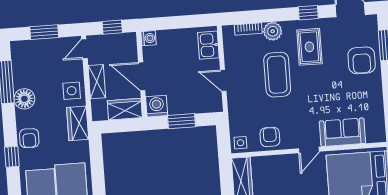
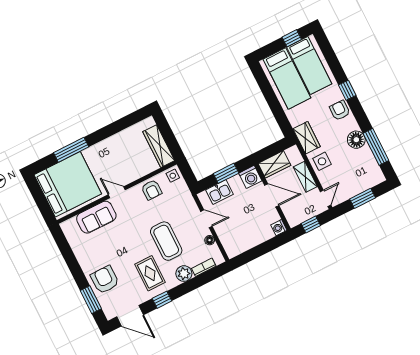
kitchen sink: (208, 45) -> (219, 192), moved, turned 90
floor lamp: (230, 56) -> (210, 240), added
door: (309, 150) -> (117, 192), hinge flipped

